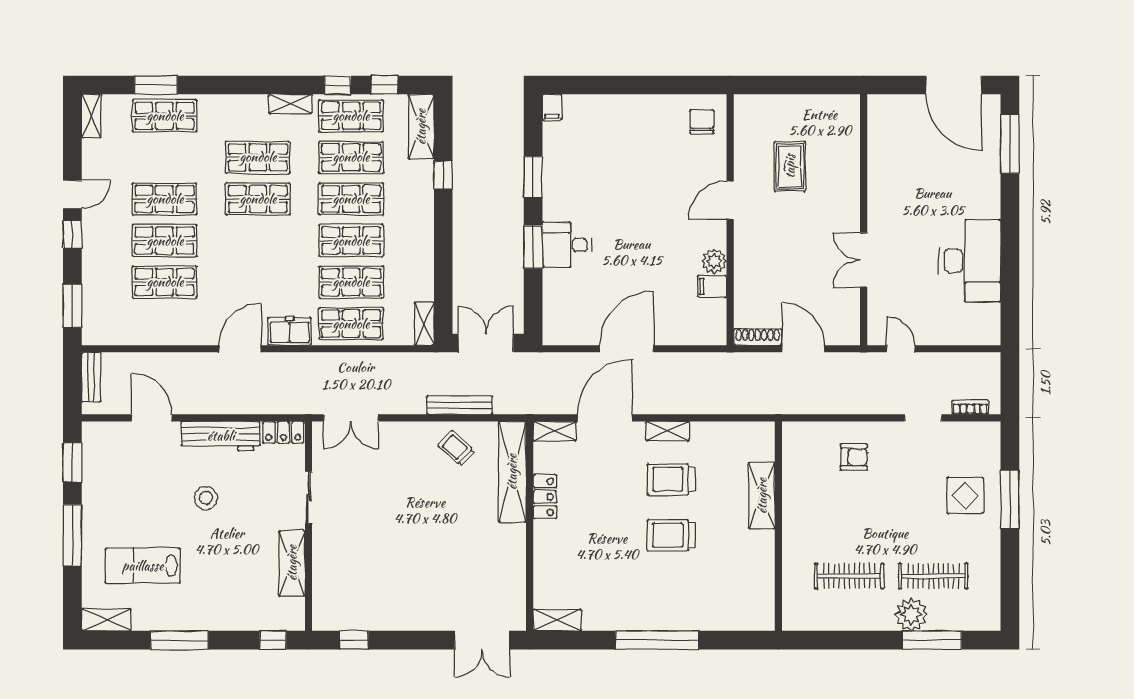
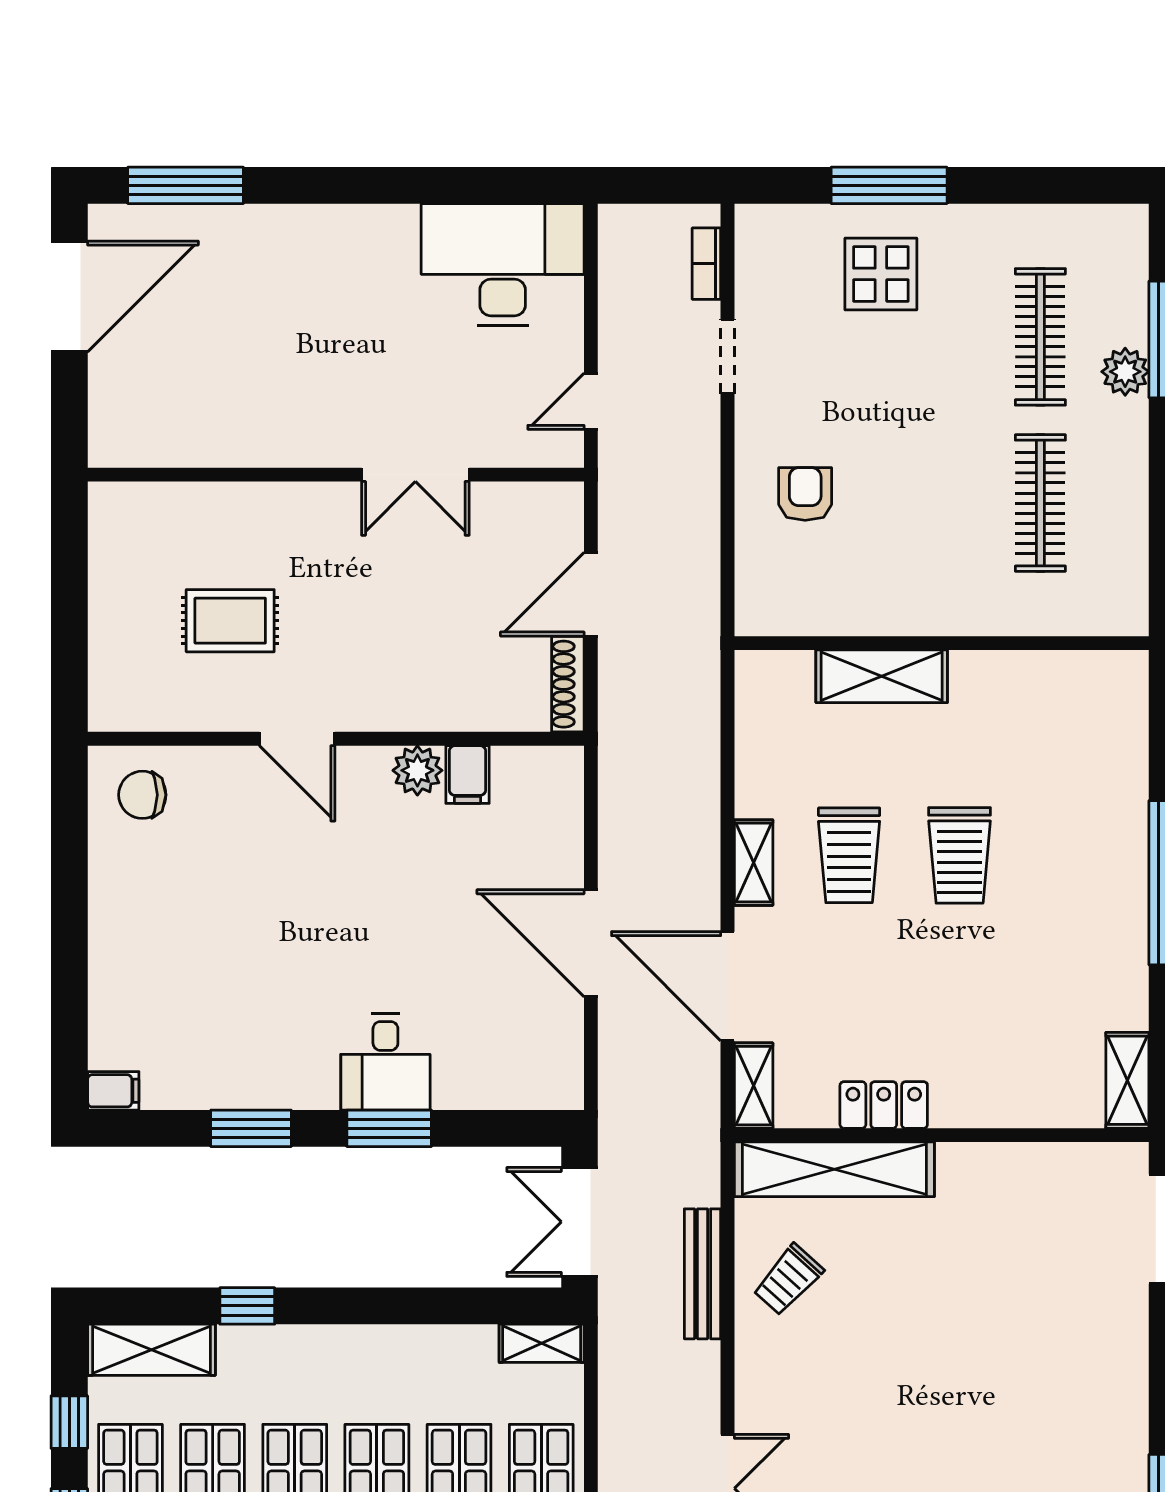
desk: (970, 261) -> (503, 265), moved
plant: (911, 615) -> (1125, 372), width x0.73, depth x0.73

